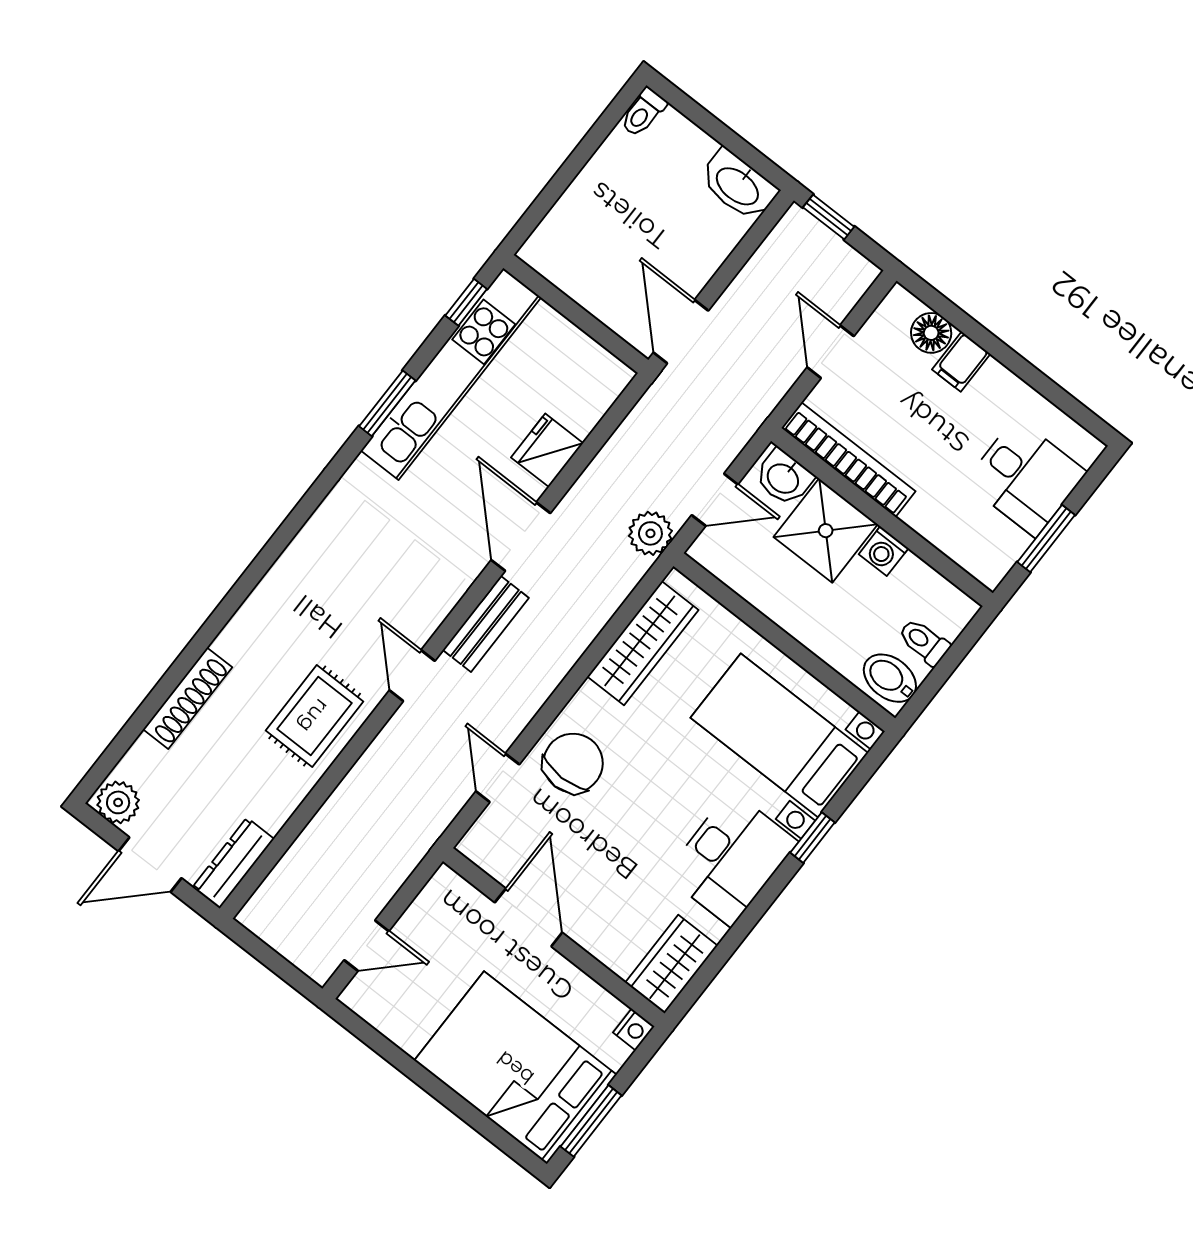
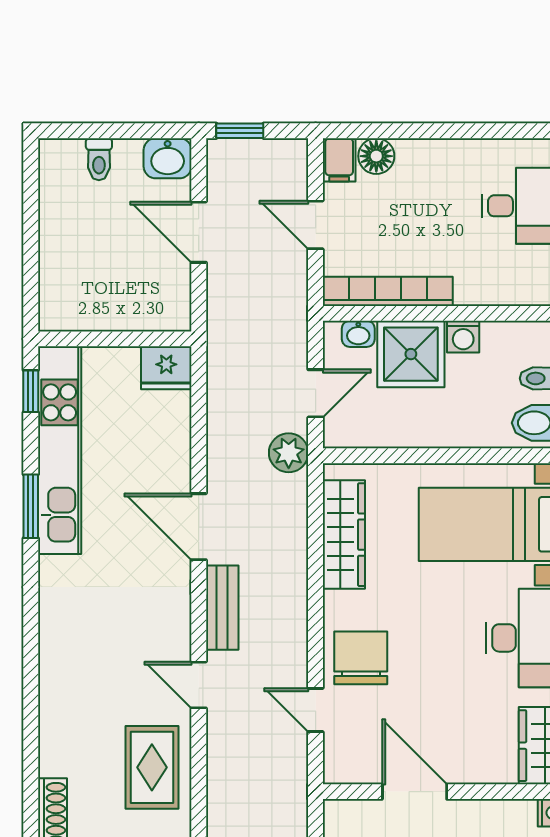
toilet: (643, 112) -> (99, 159), moved
washbasin: (738, 185) -> (168, 158), width x0.72
door: (681, 332) -> (199, 232), moved
filing cabinet: (961, 362) -> (339, 160), moved
fridge: (547, 450) -> (166, 368), moved, turned -90
washbasin: (784, 478) -> (358, 334), width x0.72, depth x0.69

